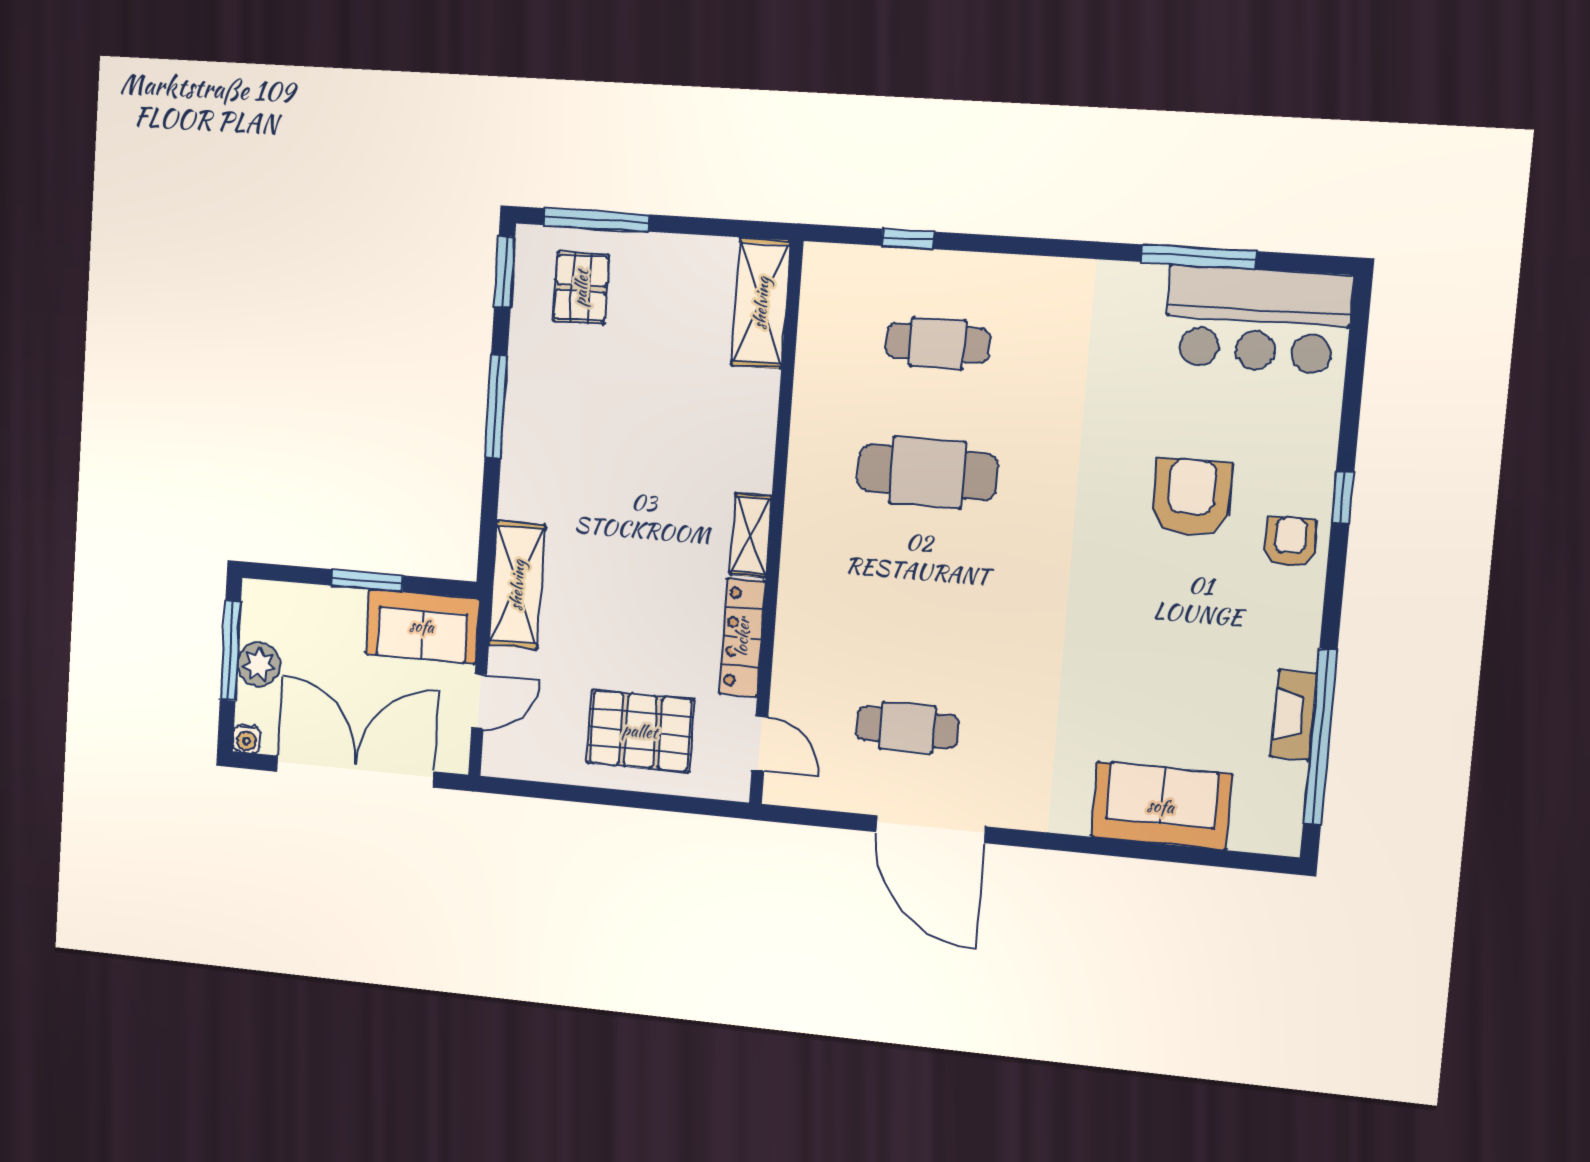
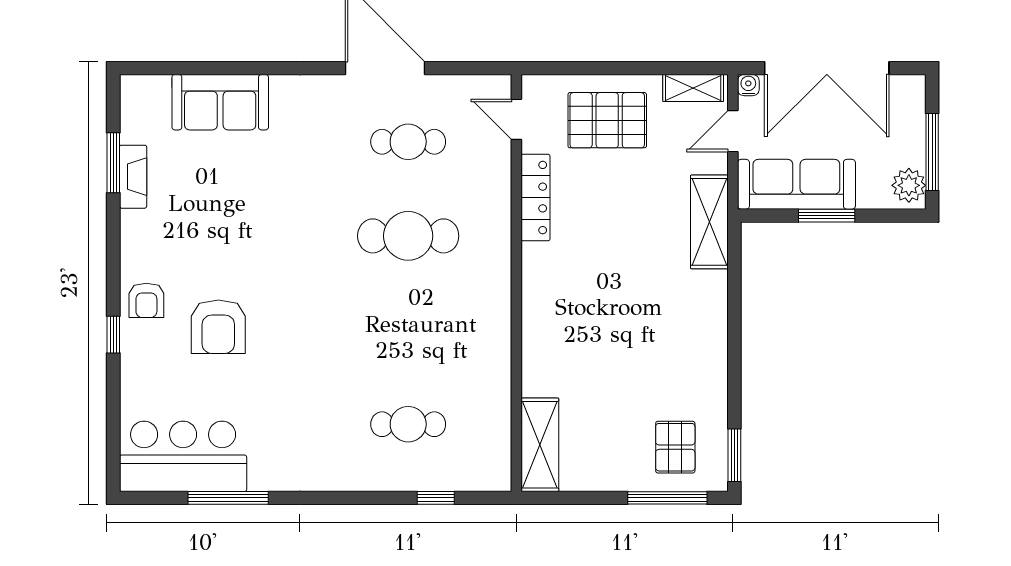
window: (496, 407) -> (734, 355), removed
cafe table: (927, 472) -> (408, 236), moved
shelving: (751, 535) -> (693, 88), moved, turned 90
sofa: (422, 626) -> (796, 184), width x1.36
plant: (259, 664) -> (909, 185), moved
window: (1320, 737) -> (113, 163), width x0.47
water cooler: (247, 739) -> (748, 85), moved

